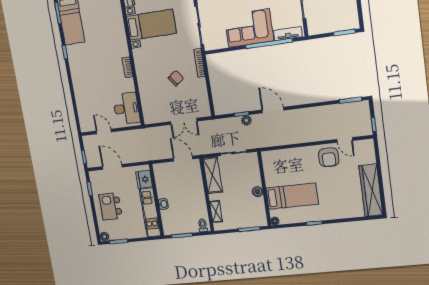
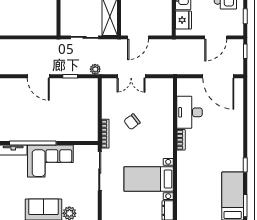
desk: (126, 108) -> (189, 112), moved
plant: (246, 120) -> (95, 69), moved
double door: (184, 121) -> (131, 76), swing flipped
door: (104, 131) -> (218, 76), width x1.87
door: (183, 159) -> (138, 37), hinge flipped
door: (112, 167) -> (216, 37), hinge flipped

